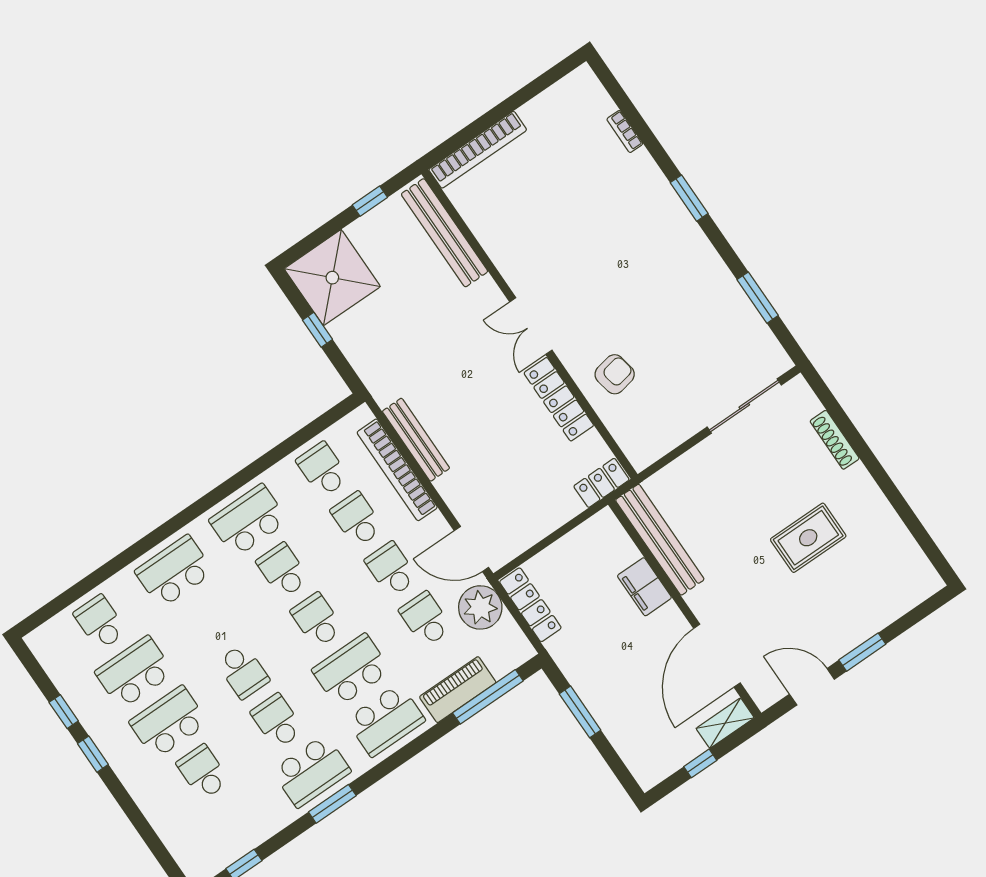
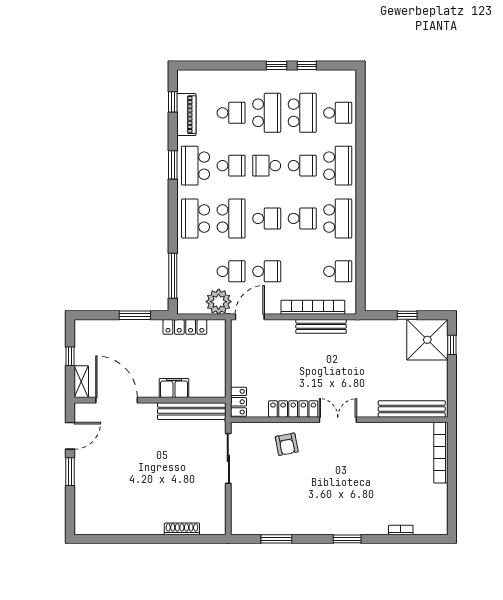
window: (370, 201) -> (452, 345), moved
sliding door: (744, 406) -> (228, 458), moved
school desk: (357, 519) -> (302, 166), moved
rug: (808, 538) -> (143, 484), removed
locker: (530, 605) -> (185, 327), moved
piano: (458, 690) -> (186, 115), moved

